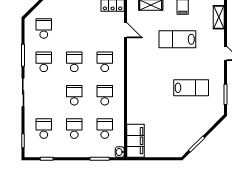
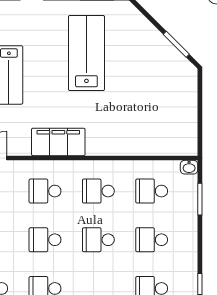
lab bench: (191, 88) -> (86, 53), width x1.36, depth x1.39
filing cabinet: (135, 141) -> (58, 142), moved

